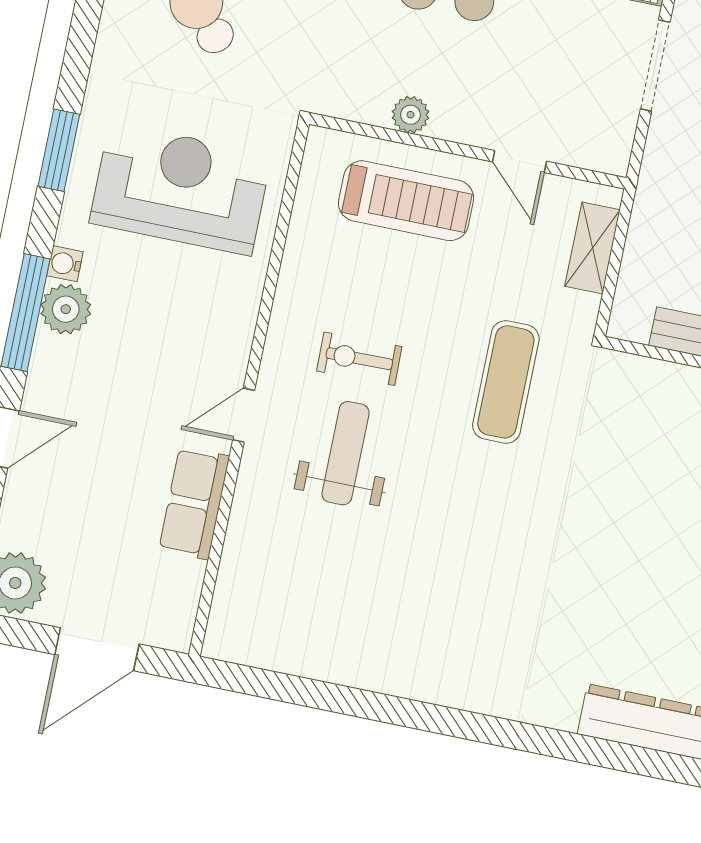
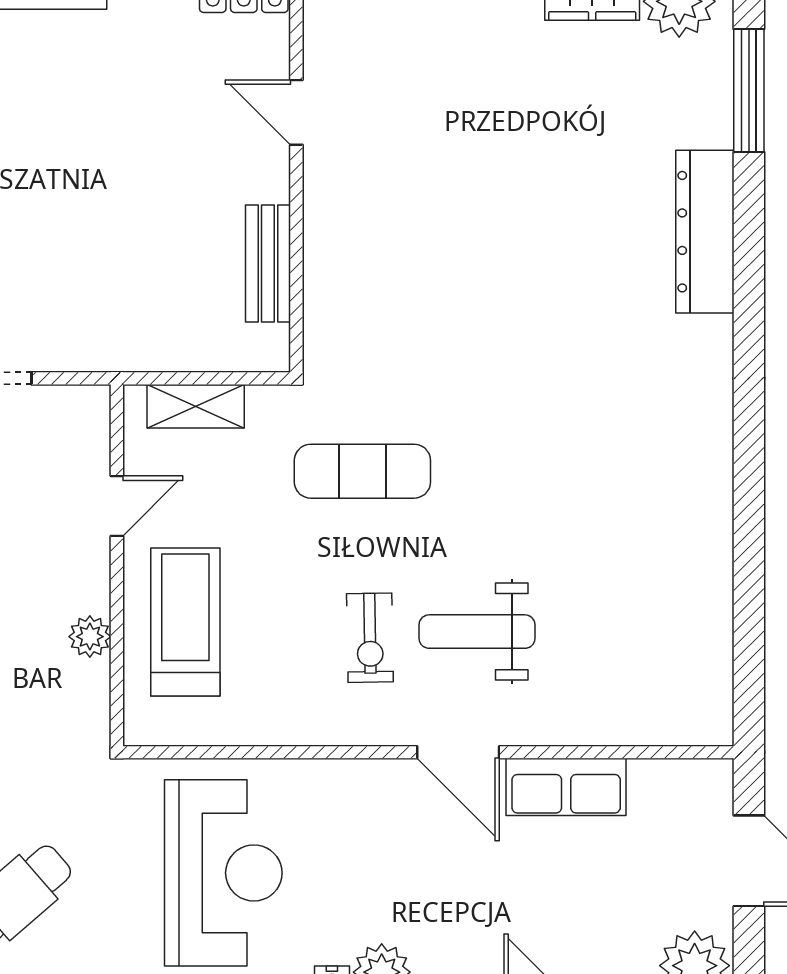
reception desk: (180, 189) -> (223, 873), turned 180
door: (244, 415) -> (458, 752), width x1.38

